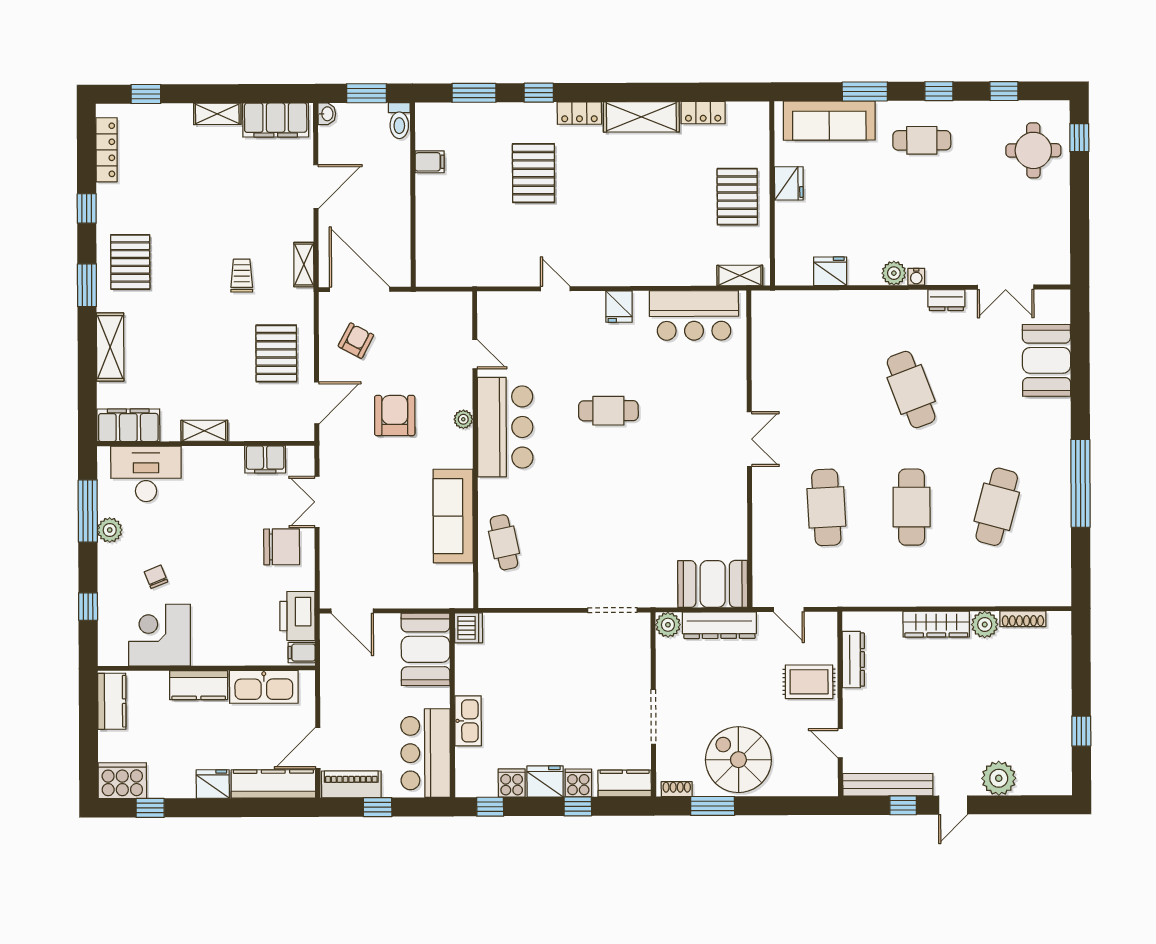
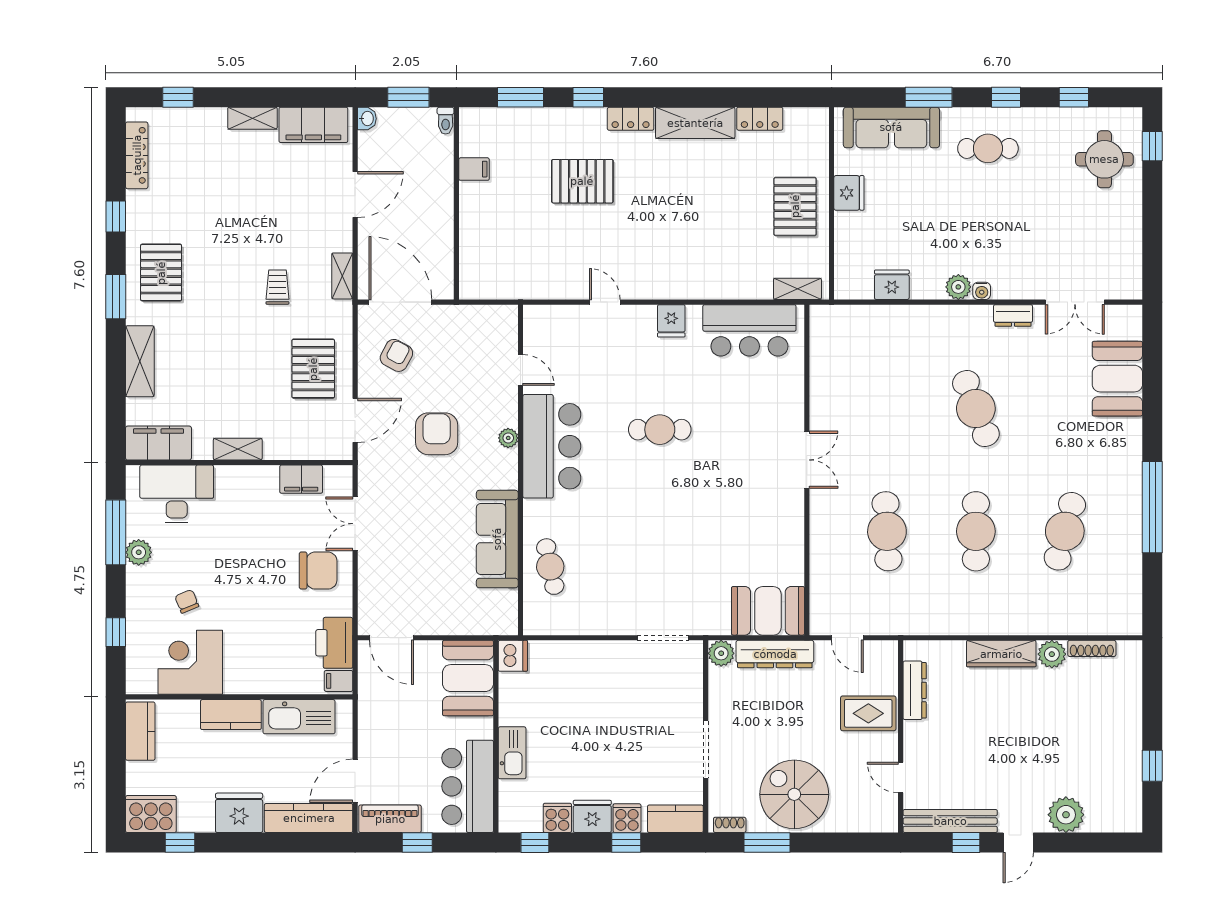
toilet: (399, 121) -> (446, 121), width x0.73, depth x0.72
pallet: (533, 173) -> (582, 181), turned 90
fridge: (213, 784) -> (239, 813), width x1.36, depth x1.34

